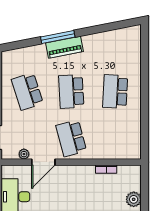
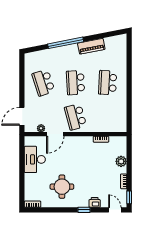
window: (58, 37) -> (66, 43), width x1.46
piano: (64, 47) -> (91, 46), moved

